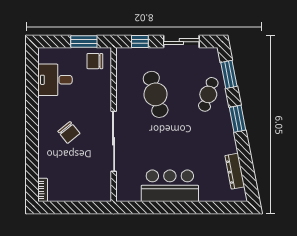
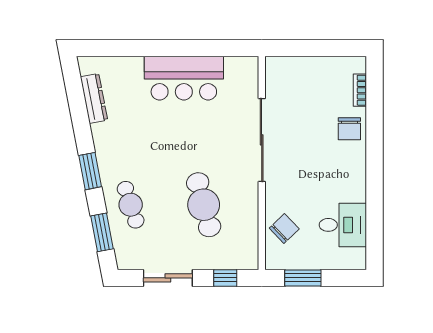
chair: (95, 61) -> (284, 228), moved, turned -44
cafe table: (208, 94) -> (131, 205), turned -36
chair: (69, 132) -> (349, 129), moved, turned -141
bookcase: (43, 190) -> (360, 90), moved

